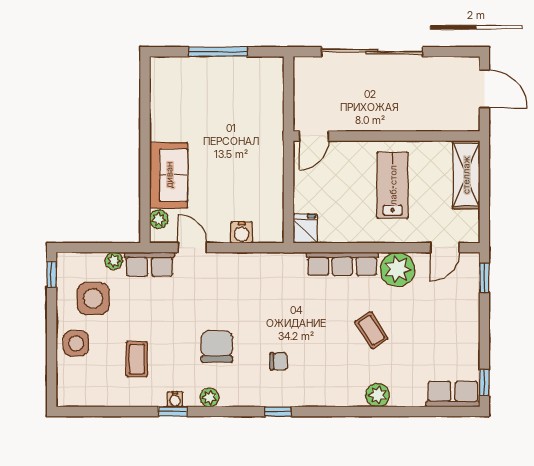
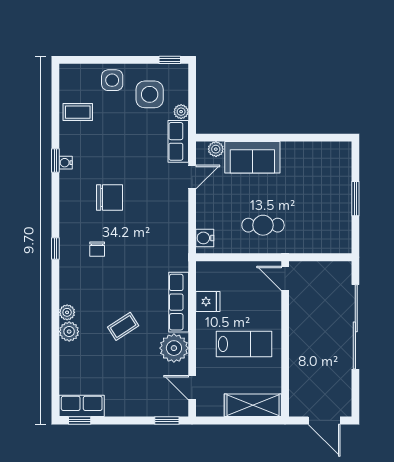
window: (218, 52) -> (355, 199), width x0.69
door: (484, 89) -> (324, 420), hinge flipped
cafe table: (250, 163) -> (263, 225), added
fridge: (305, 229) -> (208, 301), moved
water cooler: (242, 232) -> (205, 238), moved
coffee table: (137, 359) -> (78, 112), moved
row of seats: (453, 394) -> (82, 406), moved, turned -90
plant: (210, 398) -> (67, 312), moved

